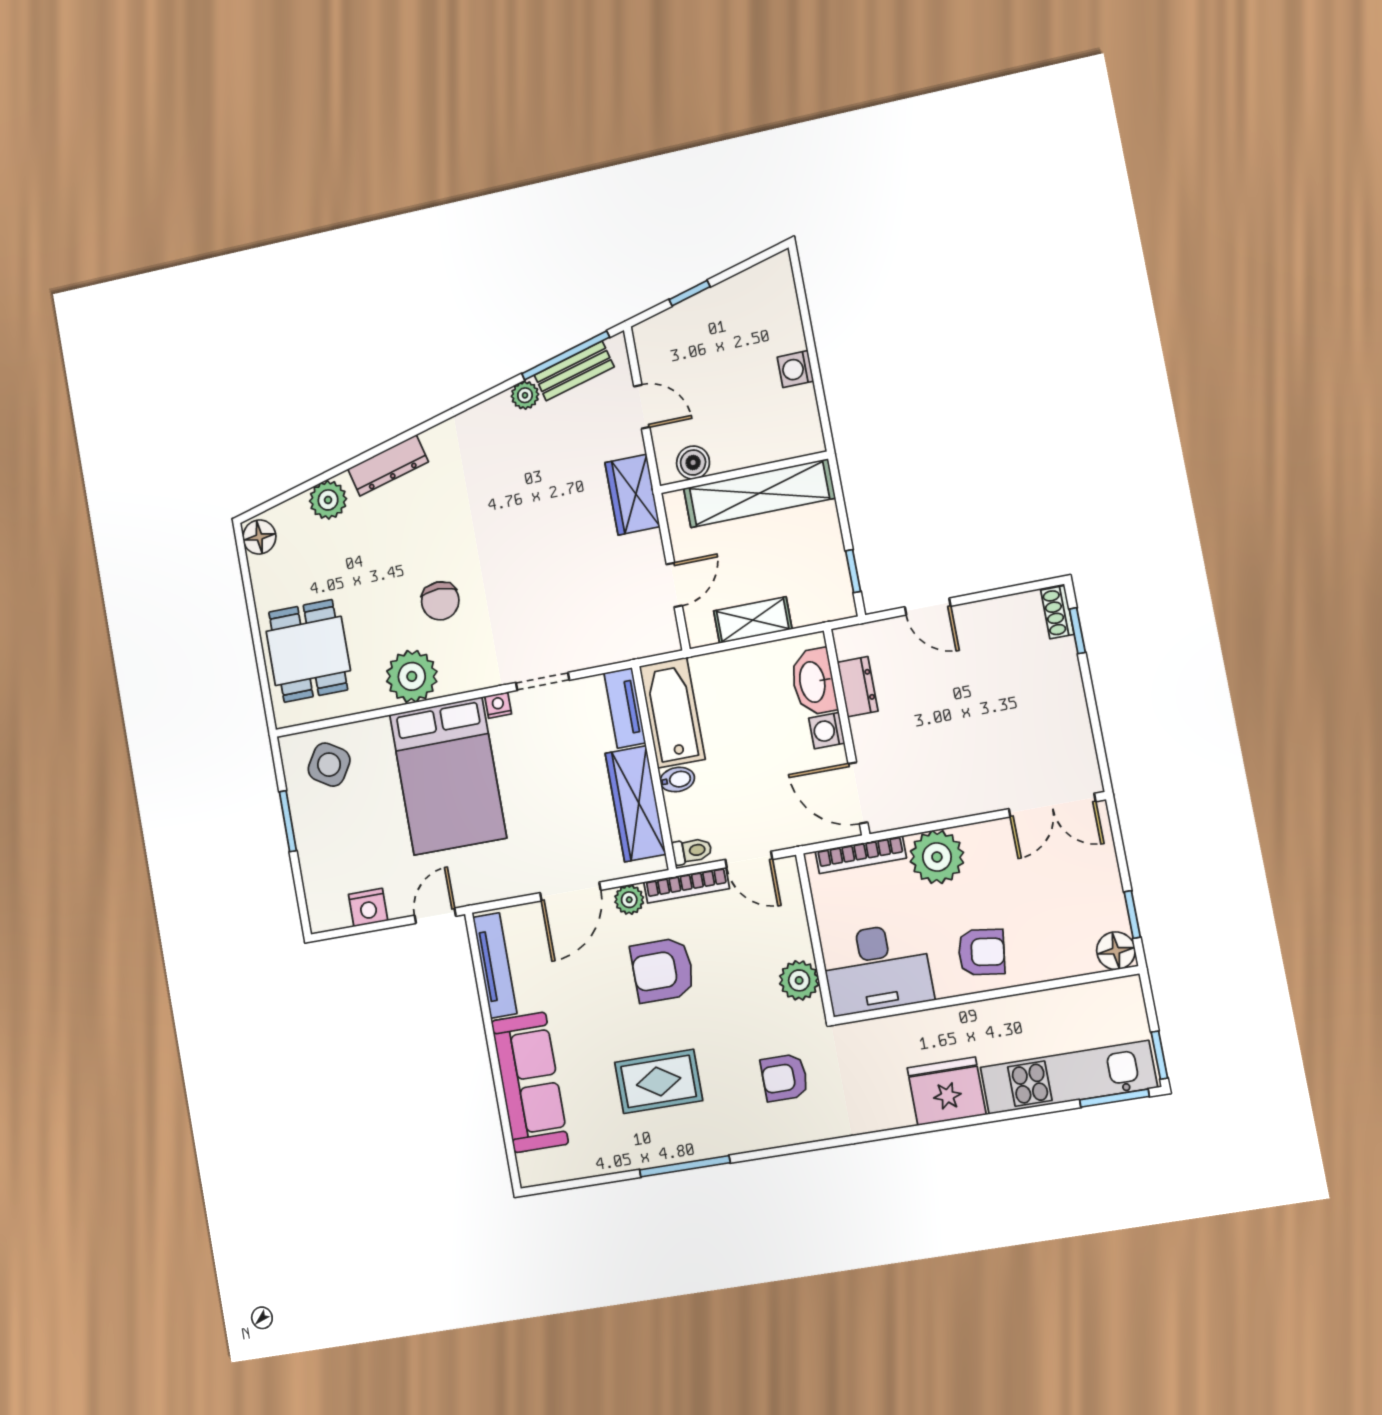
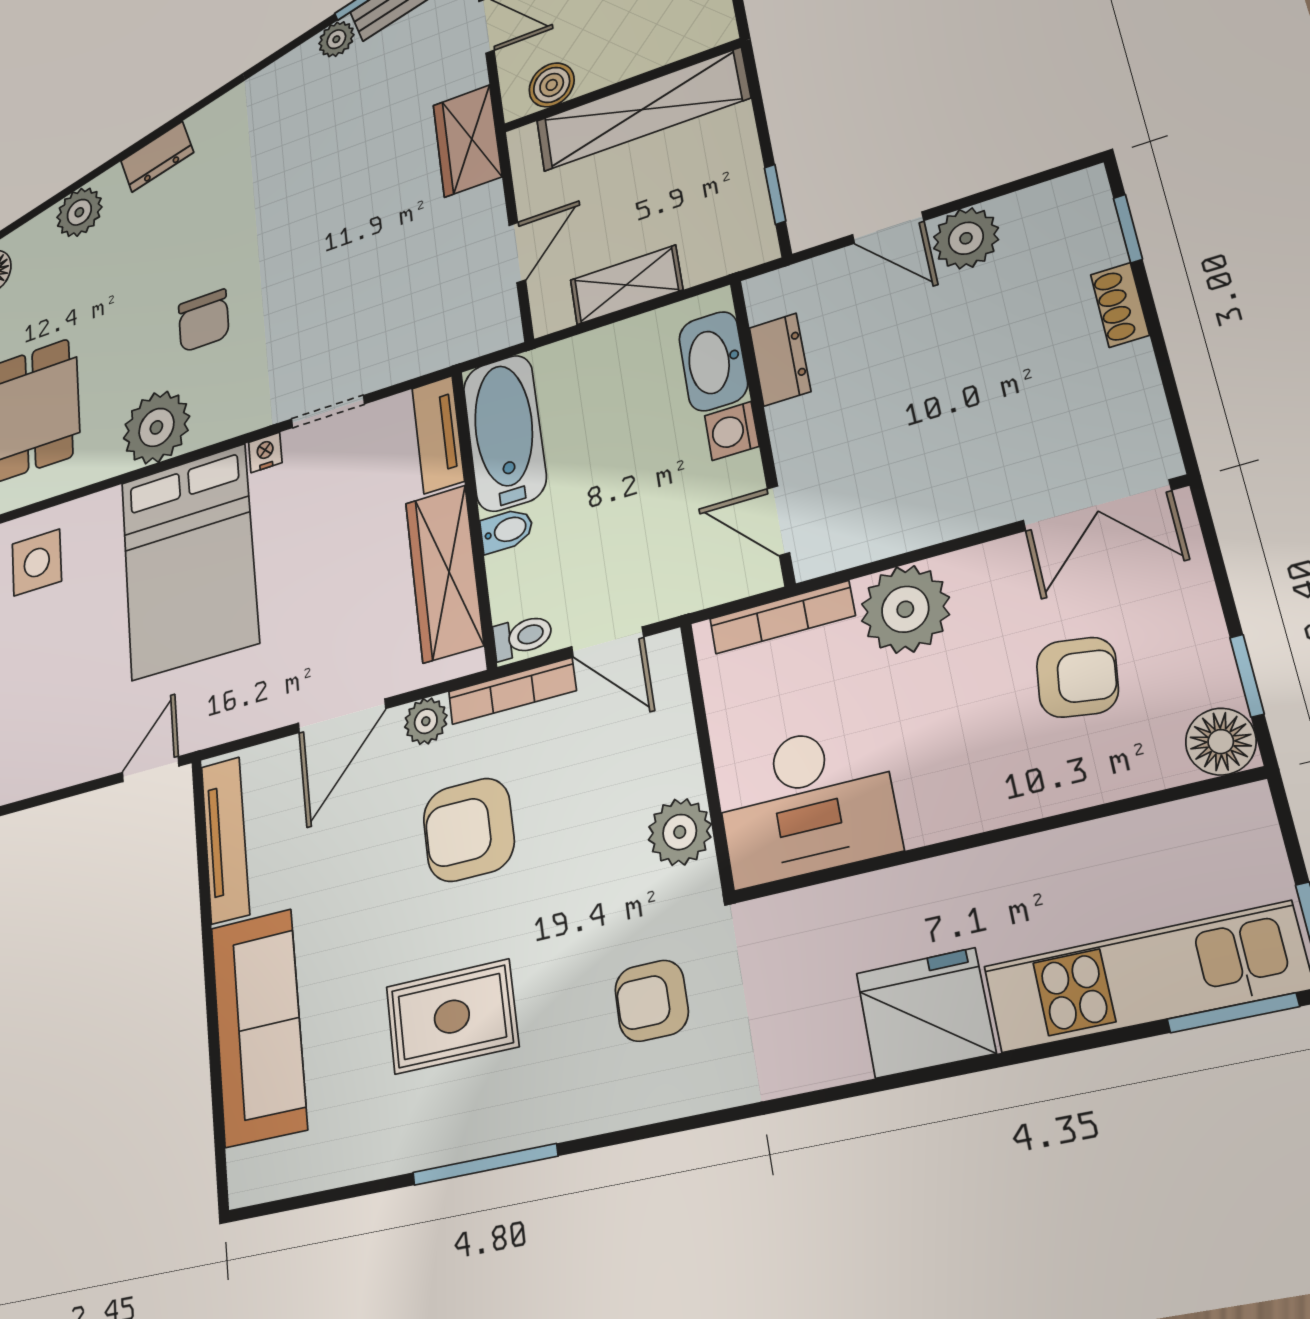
dresser: (388, 465) -> (157, 157), width x0.70
shoe rack: (1057, 612) -> (1120, 305), moved
plant: (977, 622) -> (966, 238), added
side table: (329, 765) -> (37, 562), turned -32
door: (858, 793) -> (778, 521), width x0.73
nightstand: (368, 907) -> (62, 764), removed
armchair: (981, 952) -> (1077, 677), moved

